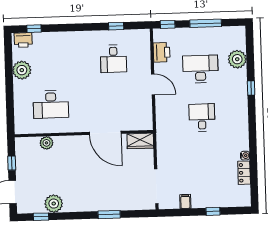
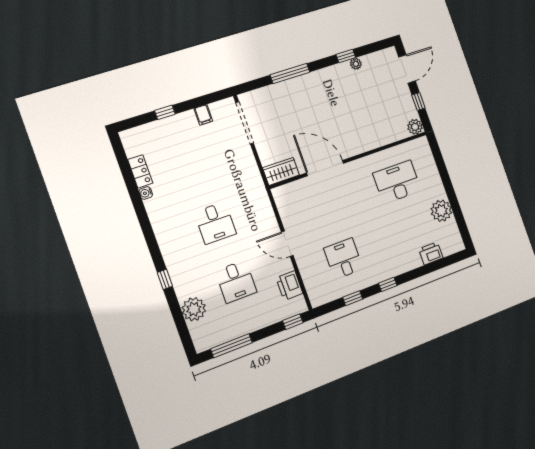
window: (206, 23) -> (232, 346), moved
window: (34, 29) -> (388, 284), moved
printer: (23, 40) -> (431, 253), moved
desk: (200, 69) -> (236, 282), width x0.73
plant: (46, 143) -> (415, 127), moved
plant: (54, 204) -> (356, 64), width x0.53, depth x0.53
window: (109, 215) -> (290, 73), width x1.44
window: (41, 217) -> (346, 56), moved

